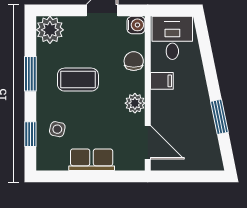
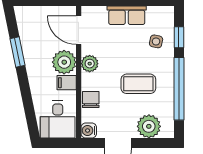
plant: (50, 30) -> (149, 126), moved
chair: (134, 61) -> (91, 100), turned 180
window: (30, 74) -> (179, 89), width x2.11
plant: (165, 105) -> (64, 62), added

